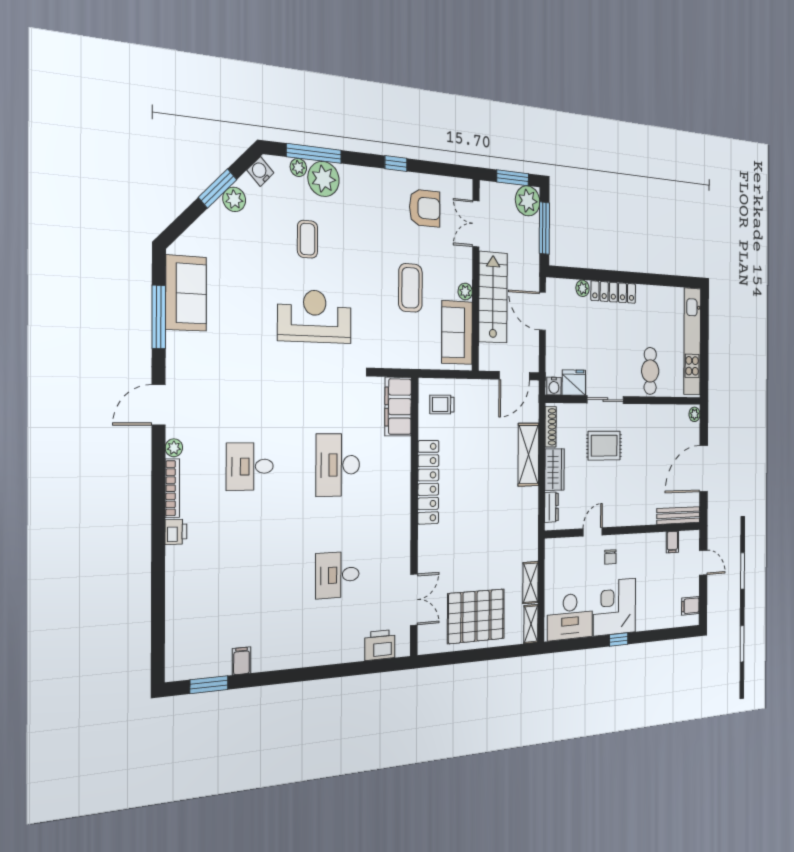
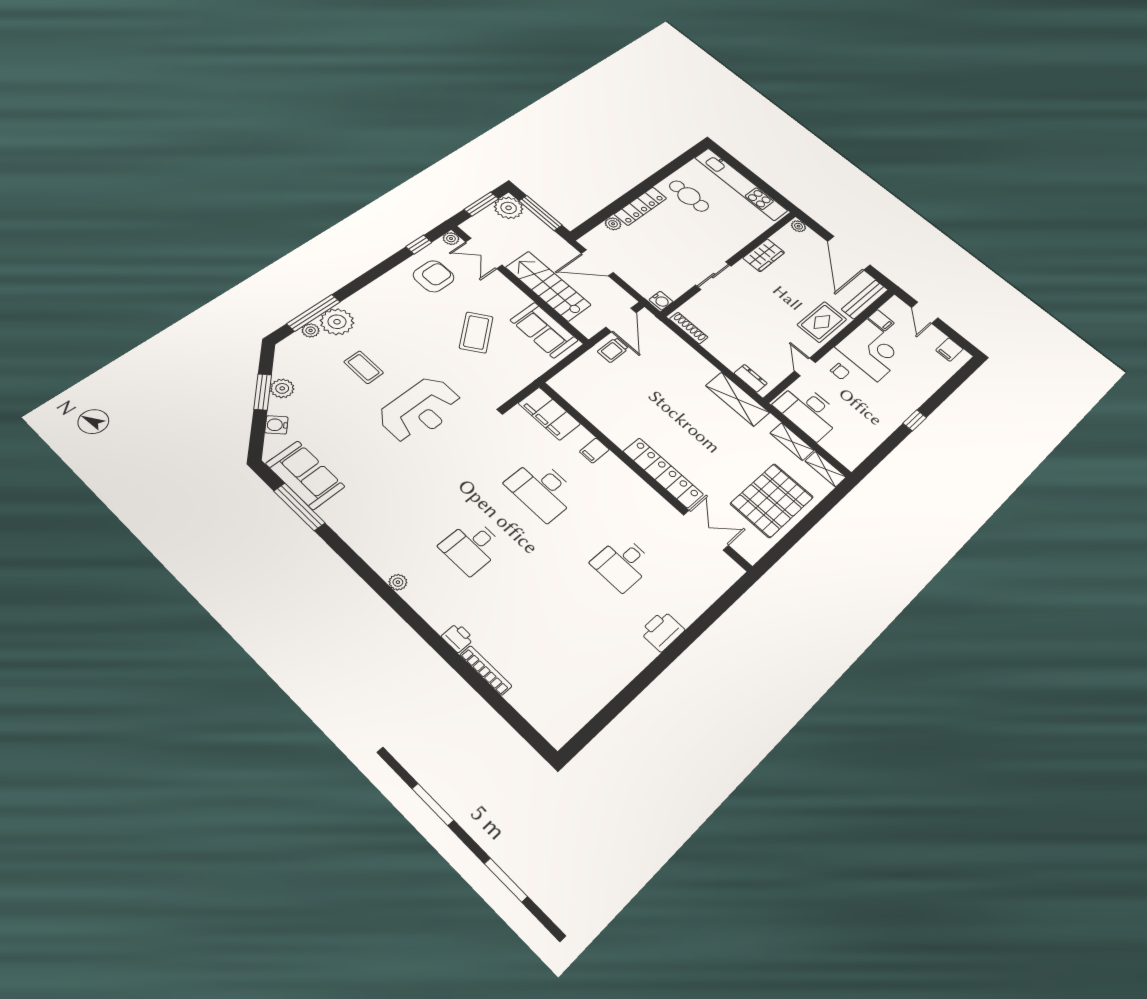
window: (396, 163) -> (419, 245), moved
water cooler: (260, 171) -> (277, 425), moved
coffee table: (410, 288) -> (476, 332), turned 53
plant: (465, 291) -> (451, 239), moved
reception desk: (315, 316) -> (420, 410), turned 180
cafe table: (650, 371) -> (689, 196), moved
fridge: (574, 383) -> (675, 286), removed
trolley: (442, 404) -> (613, 350), moved
door: (159, 405) -> (357, 564), removed
rug: (604, 446) -> (822, 322), moved
shelving: (528, 455) -> (738, 399), moved
wardrobe: (555, 470) -> (764, 255), moved, turned 90
locker: (428, 482) -> (663, 473), moved
bookcase: (172, 488) -> (486, 670), moved
door: (703, 563) -> (925, 313), swing flipped
corner desk: (615, 607) -> (872, 350), moved, turned 180
desk: (570, 617) -> (808, 411), moved, turned 90
printer: (380, 645) -> (662, 631), moved
filing cabinet: (241, 661) -> (594, 451), moved, turned -90
window: (209, 685) -> (597, 724), removed

